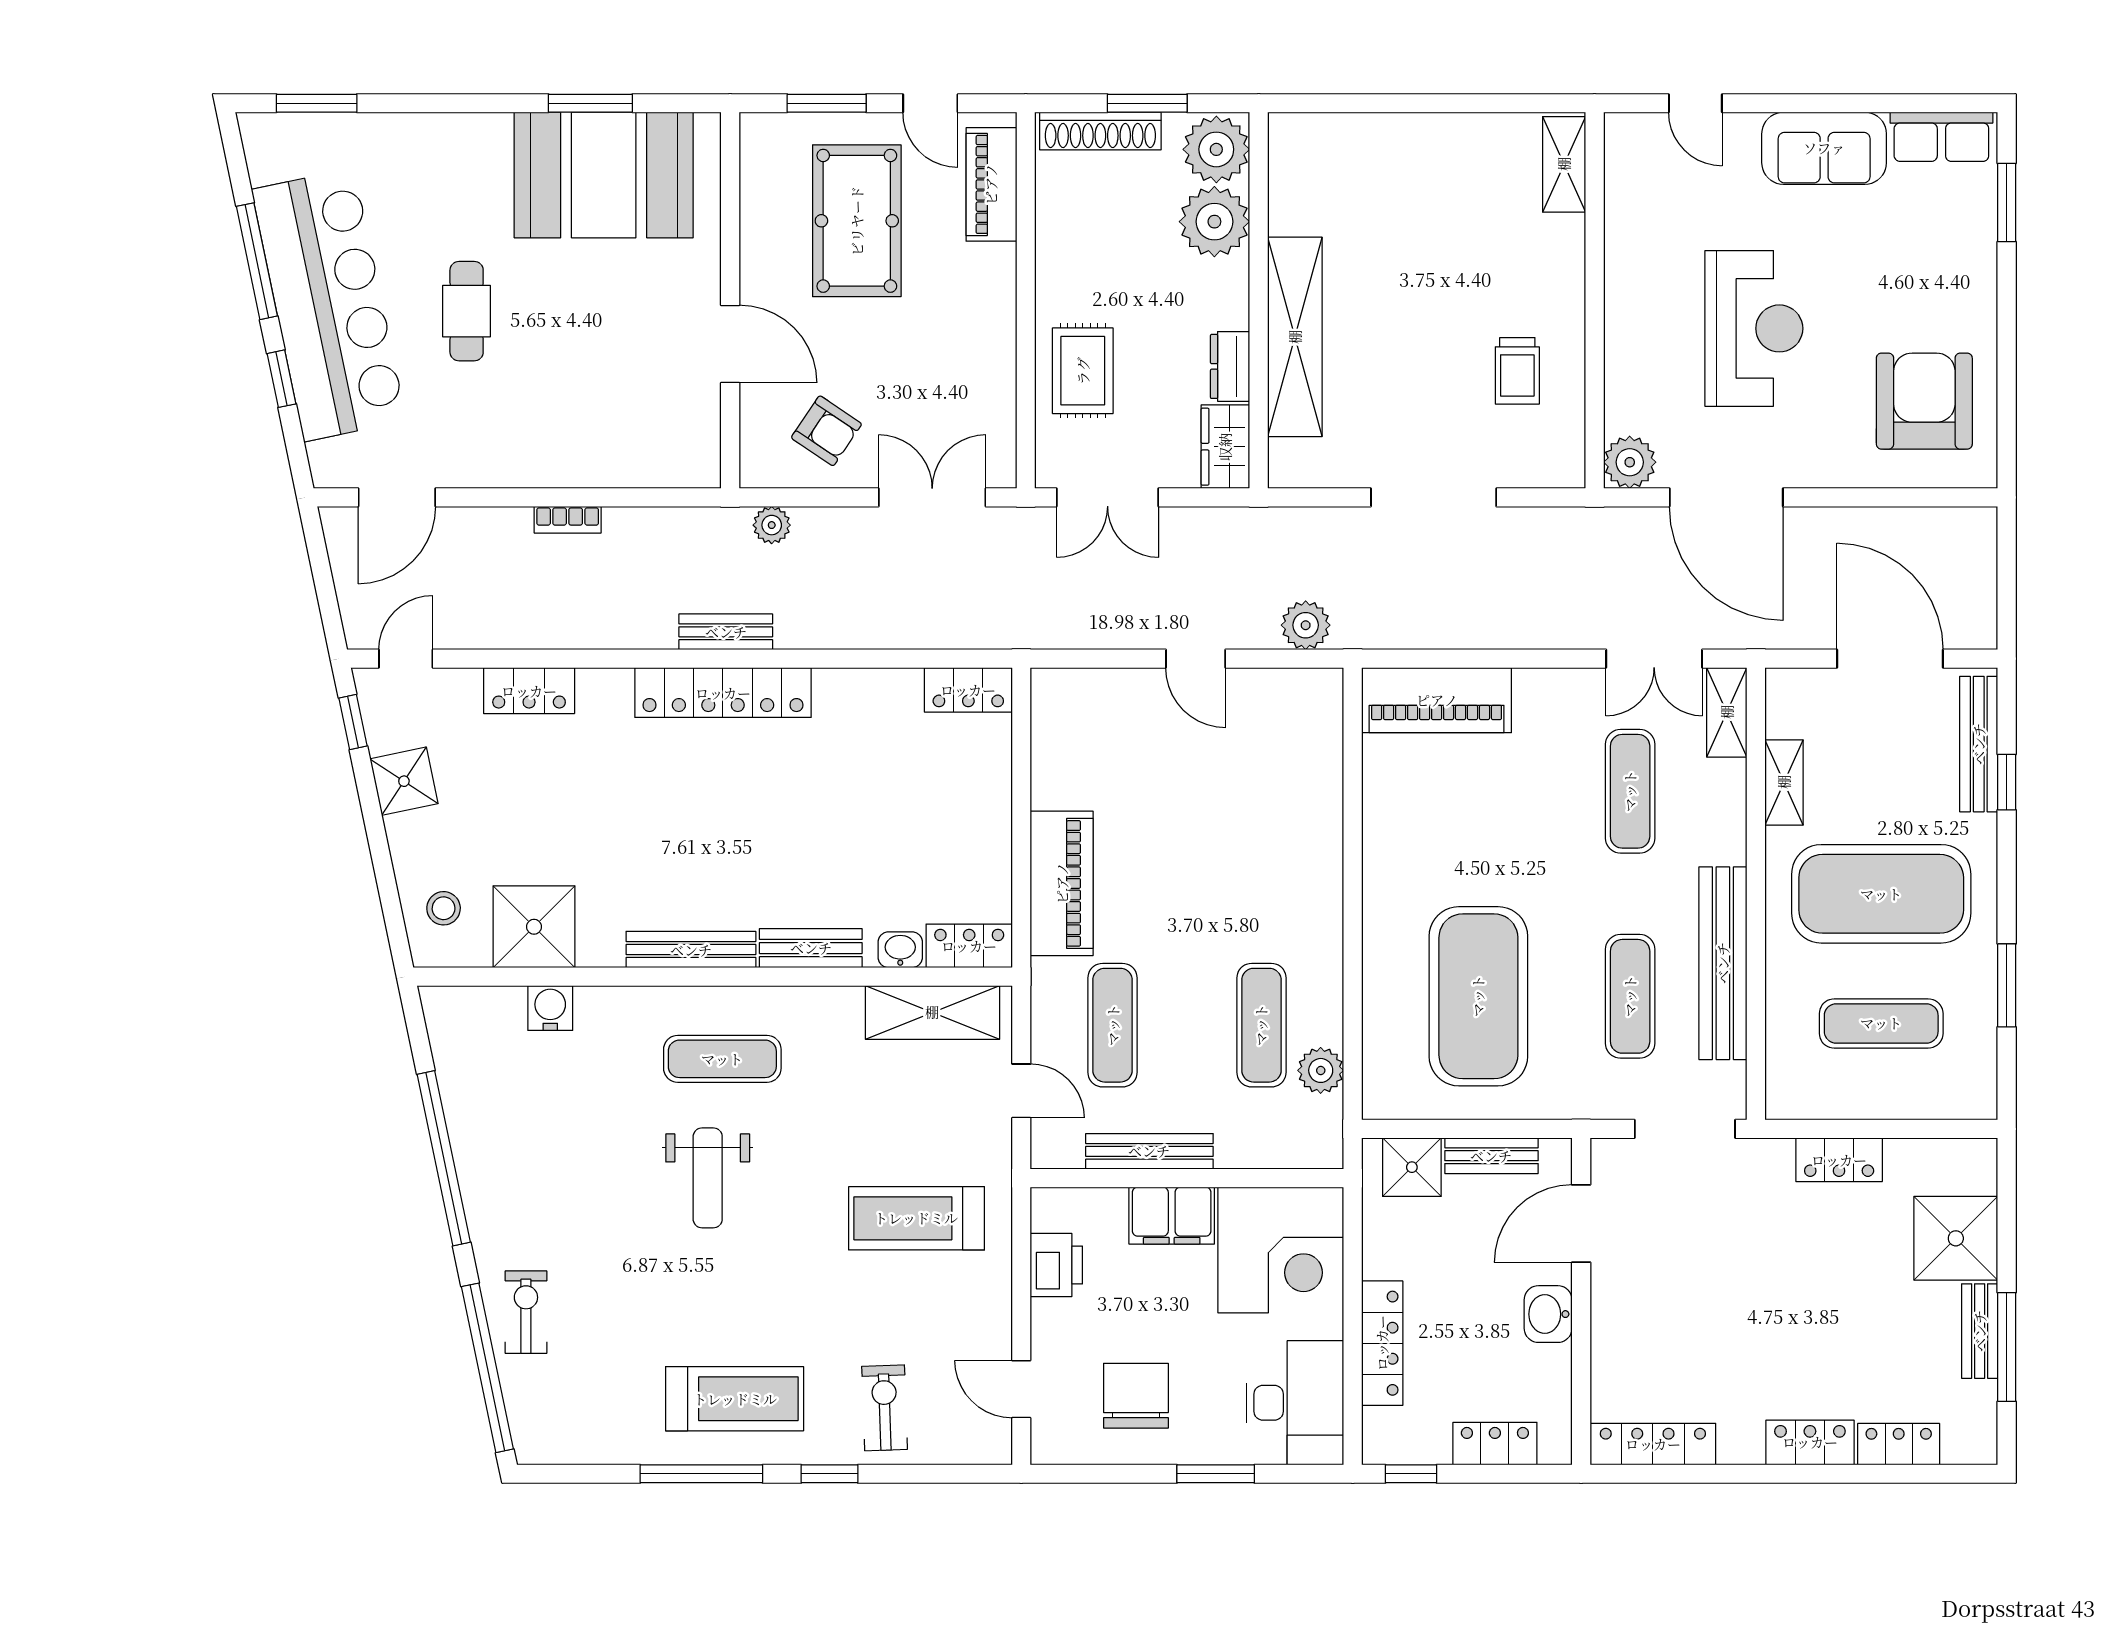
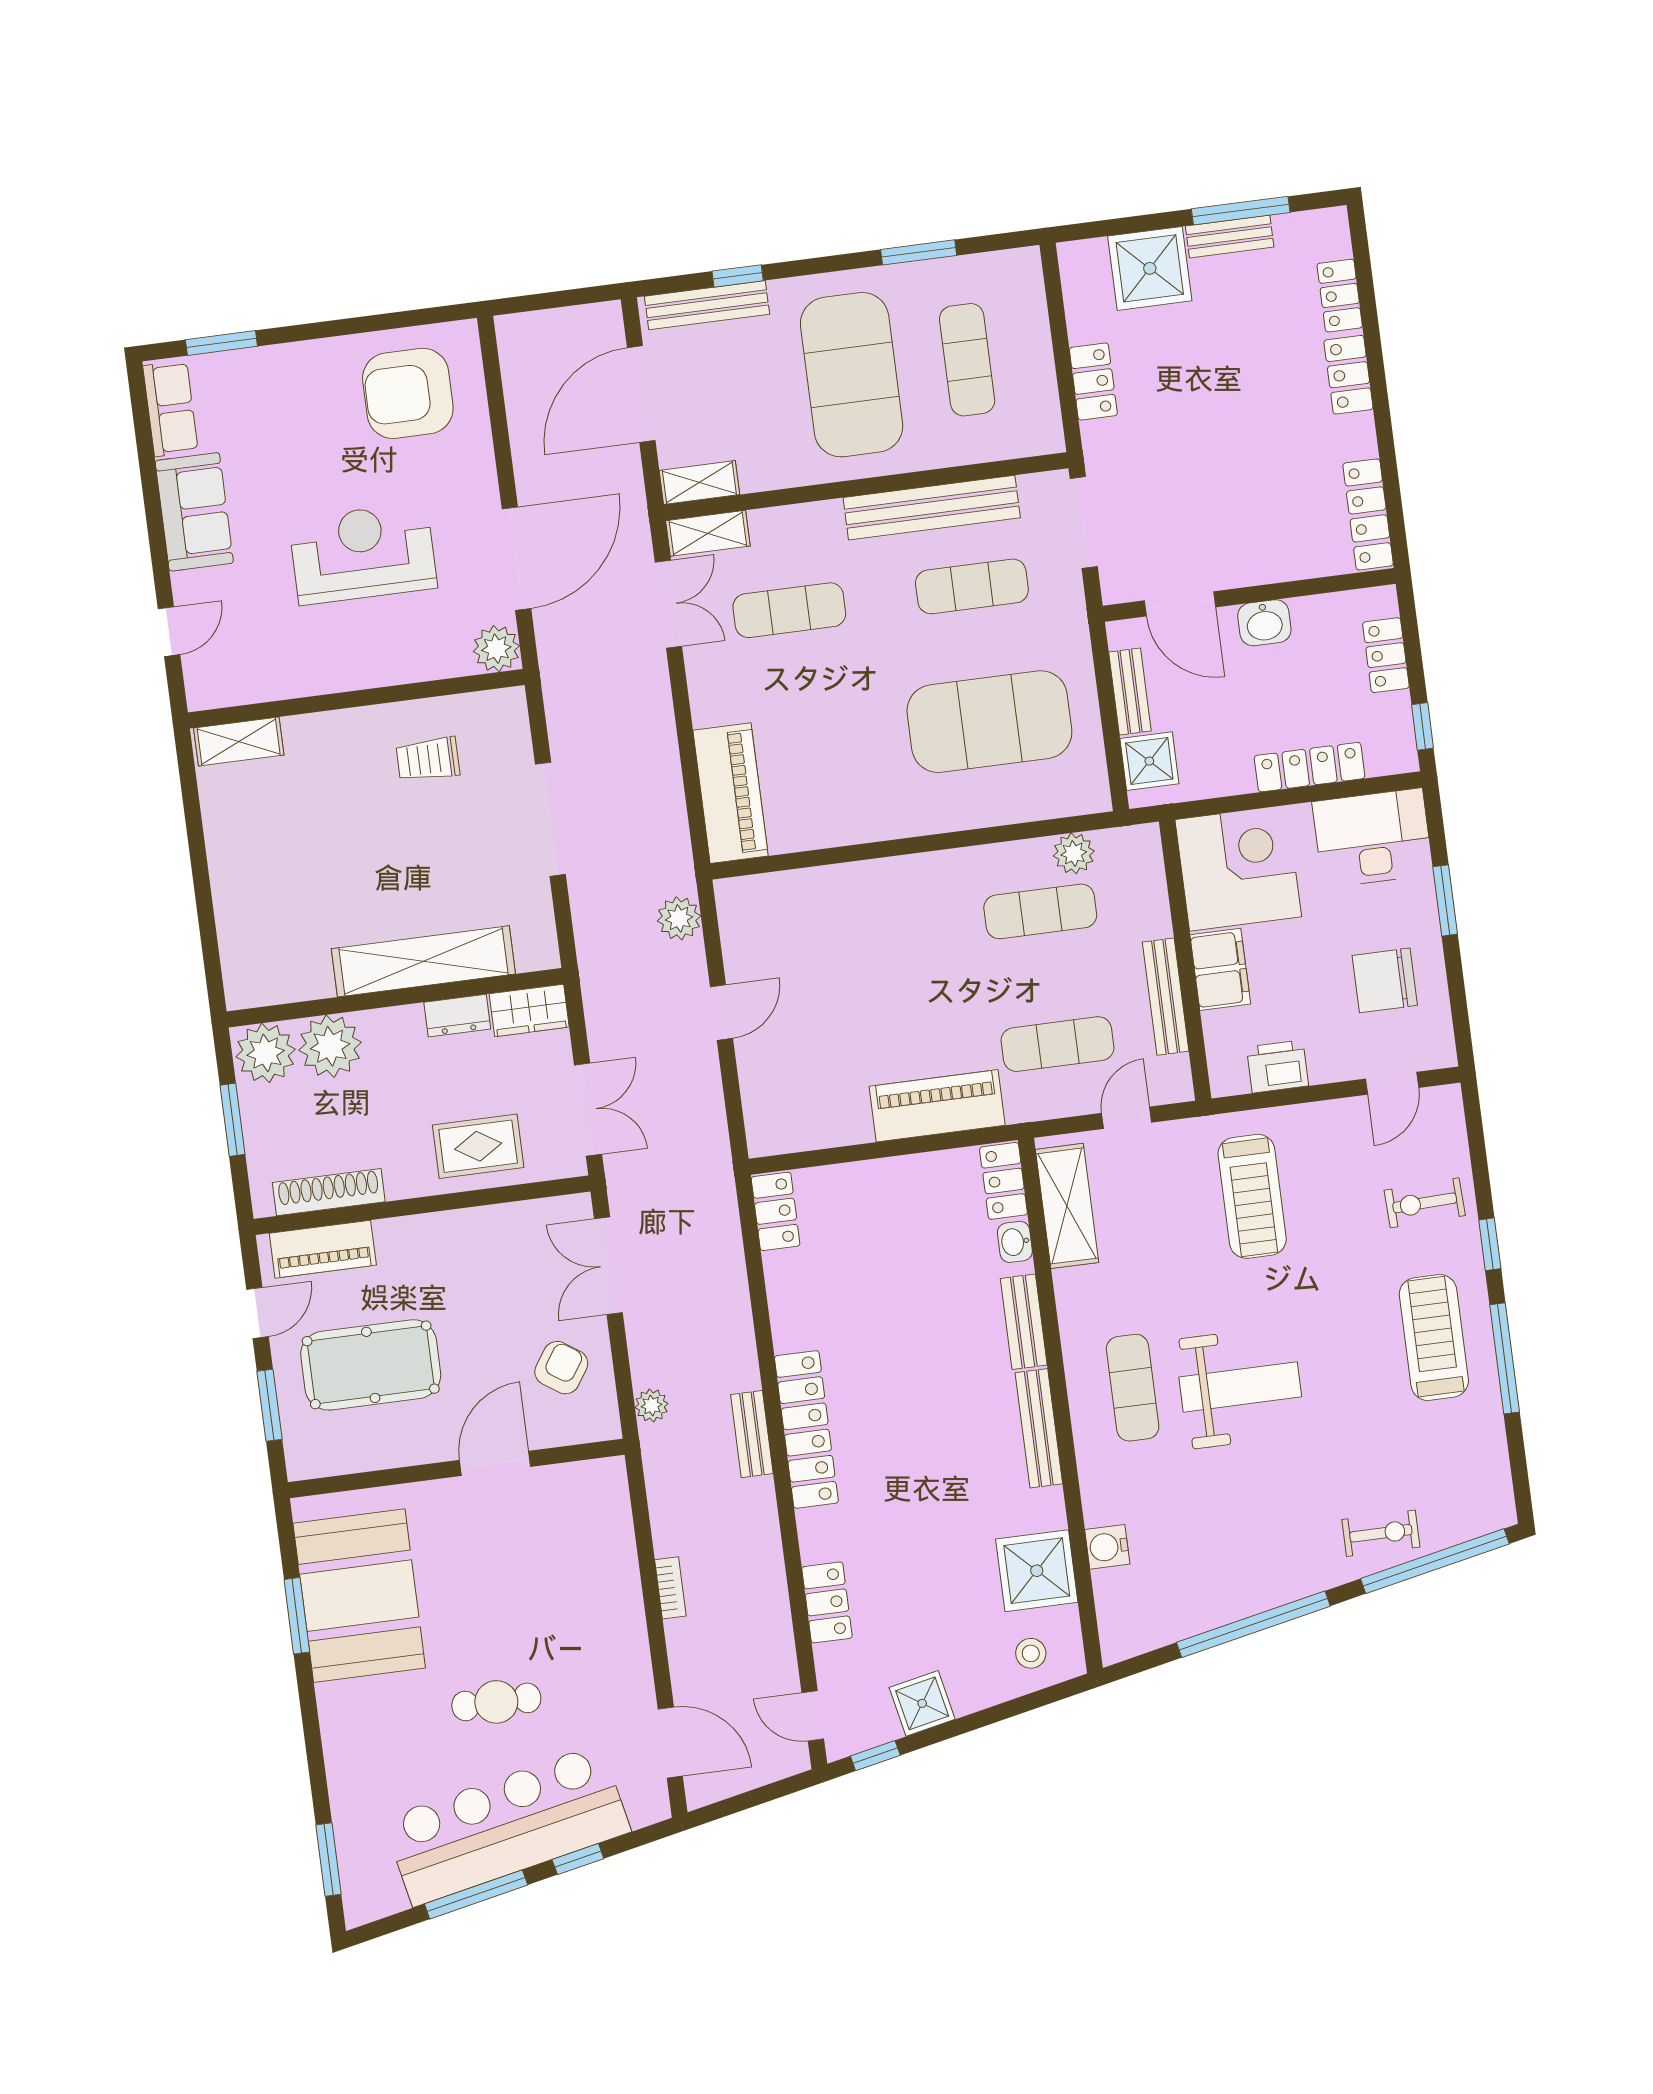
shoe rack: (1100, 131) -> (329, 1192), moved, turned -90
trolley: (1517, 371) -> (428, 759), turned 180
shelving: (1784, 782) -> (699, 483), moved
weight bench: (708, 1178) -> (1240, 1387), width x1.36, depth x1.33
exercise bike: (526, 1312) -> (1381, 1533), turned 180

